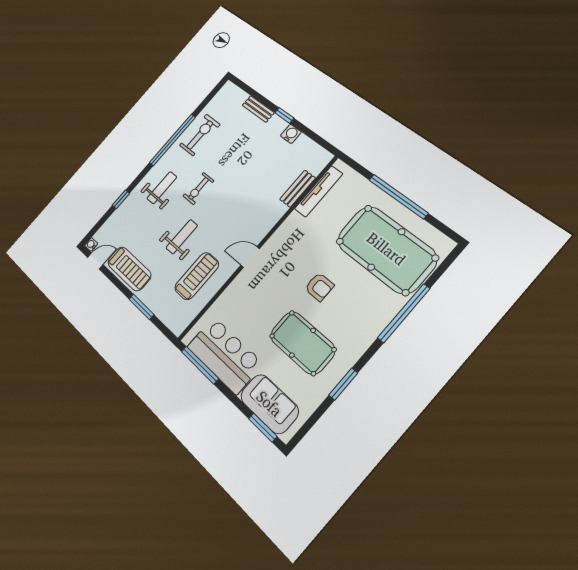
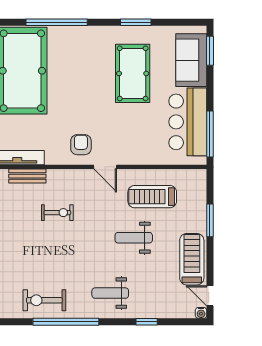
exercise bike: (198, 188) -> (57, 213), moved
armchair: (319, 287) -> (81, 145), moved

